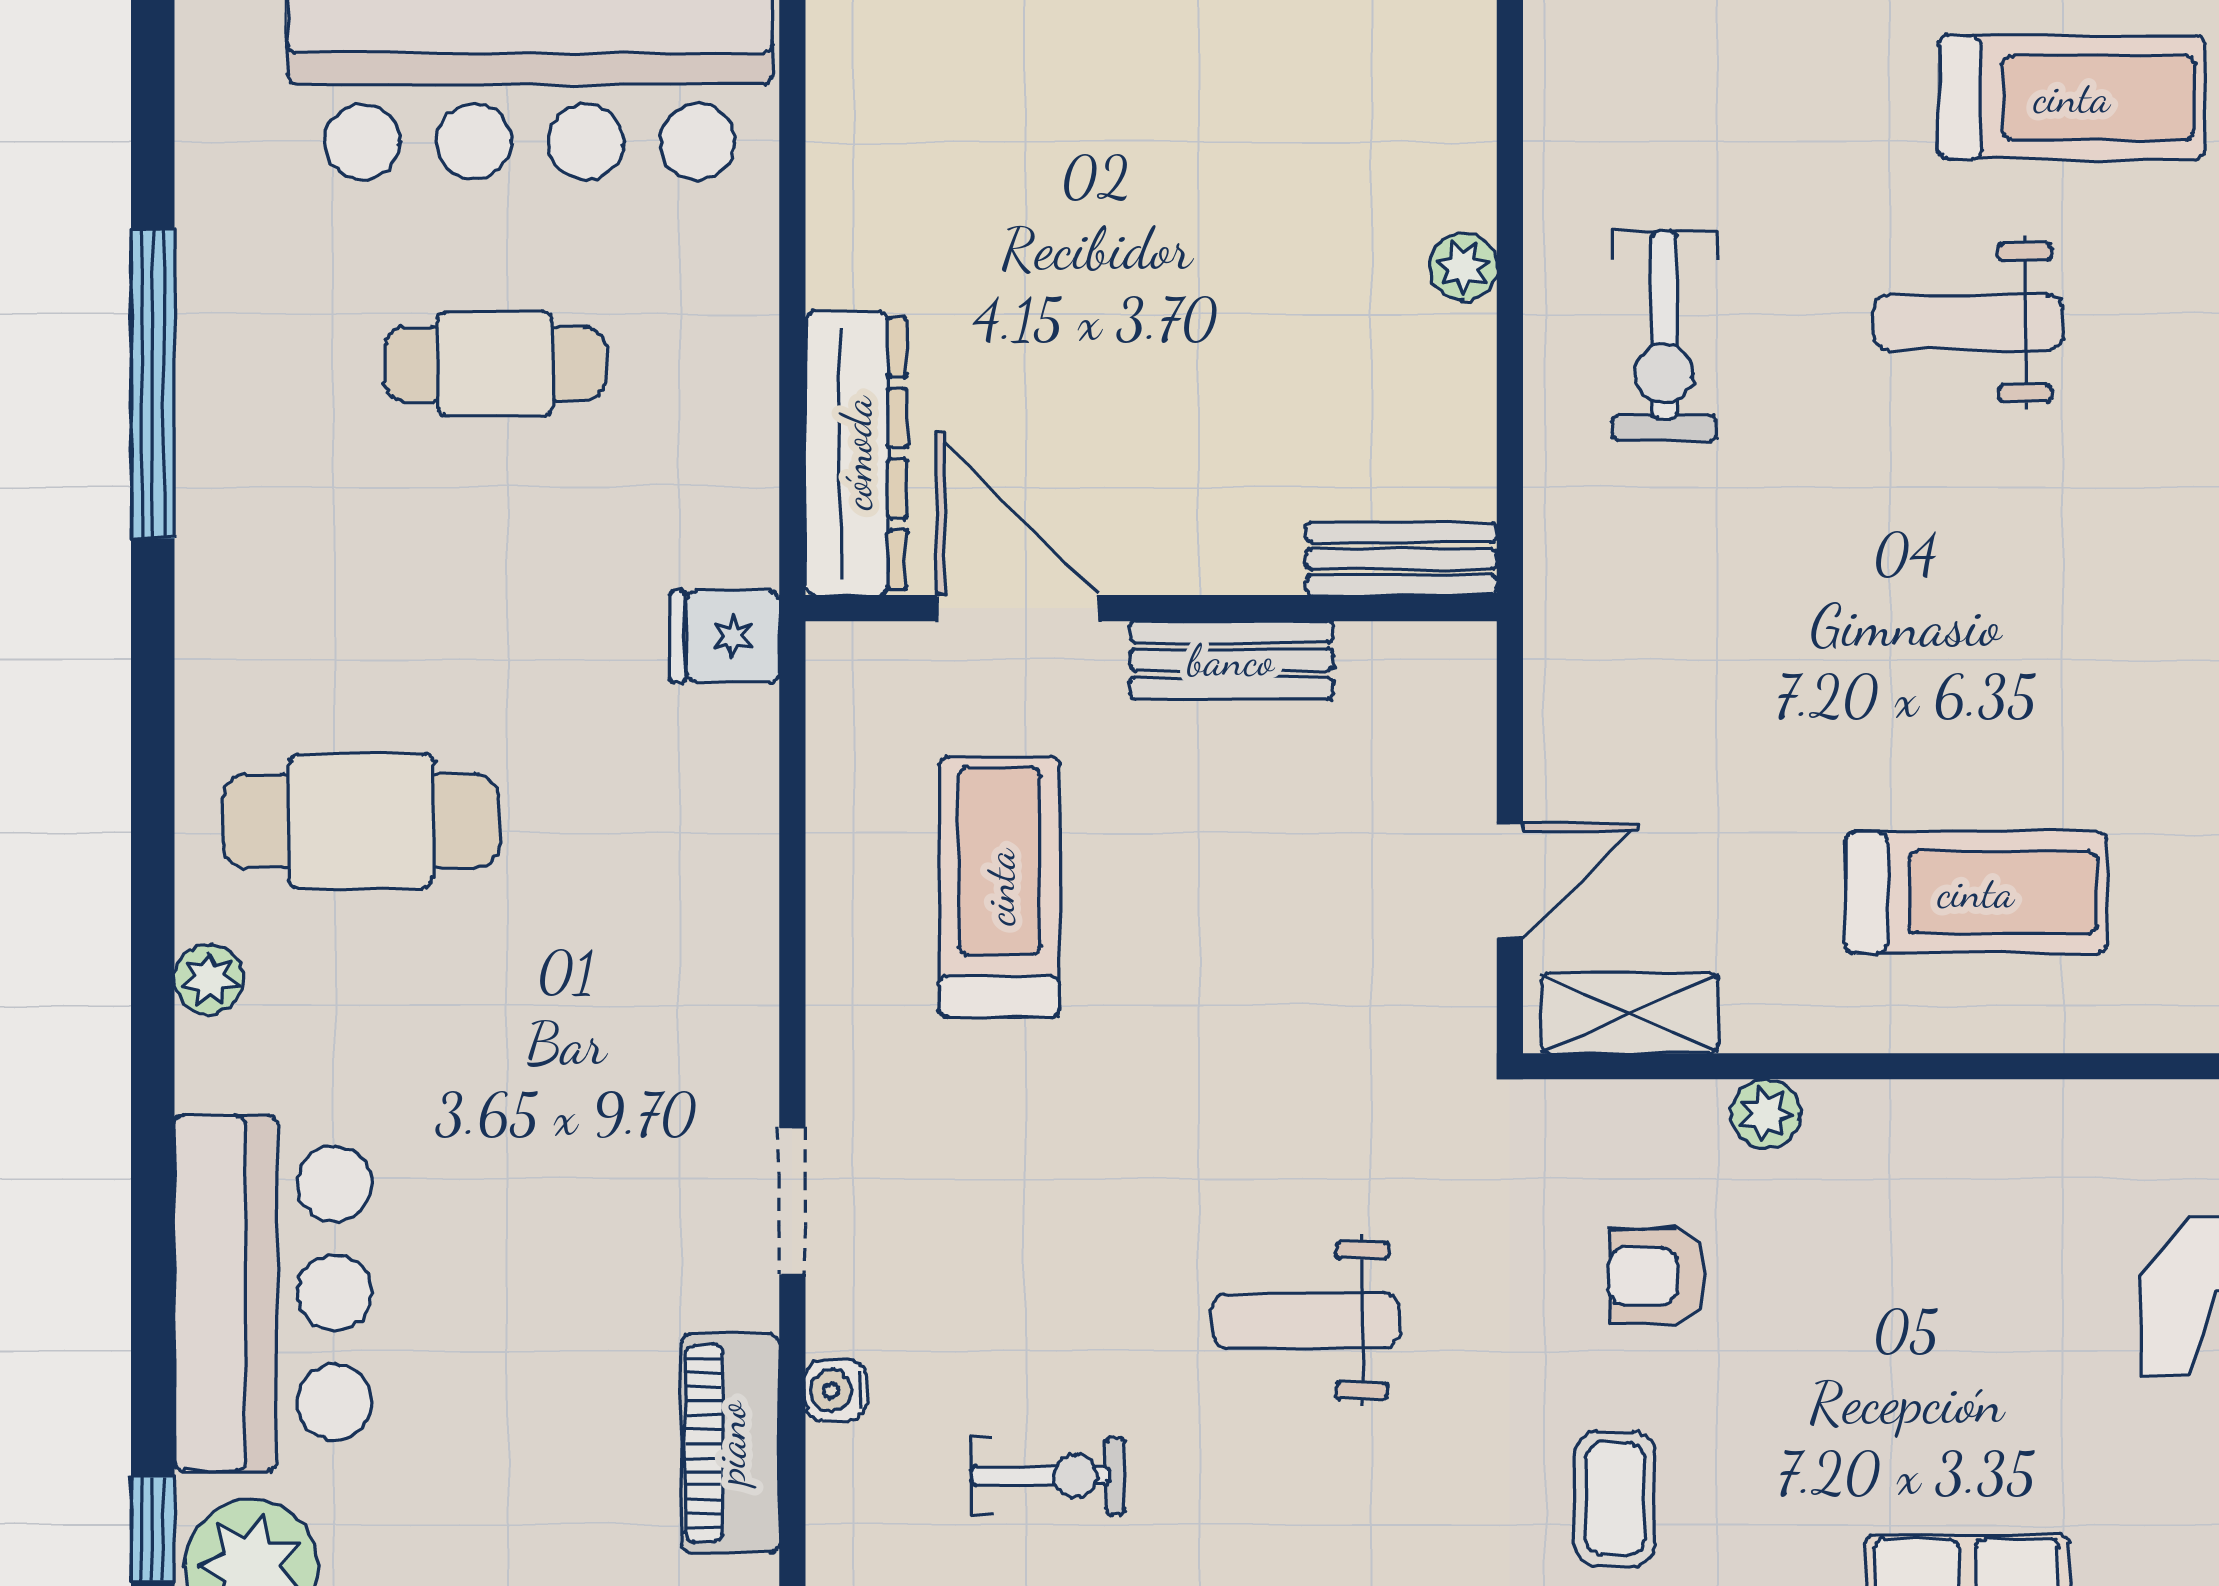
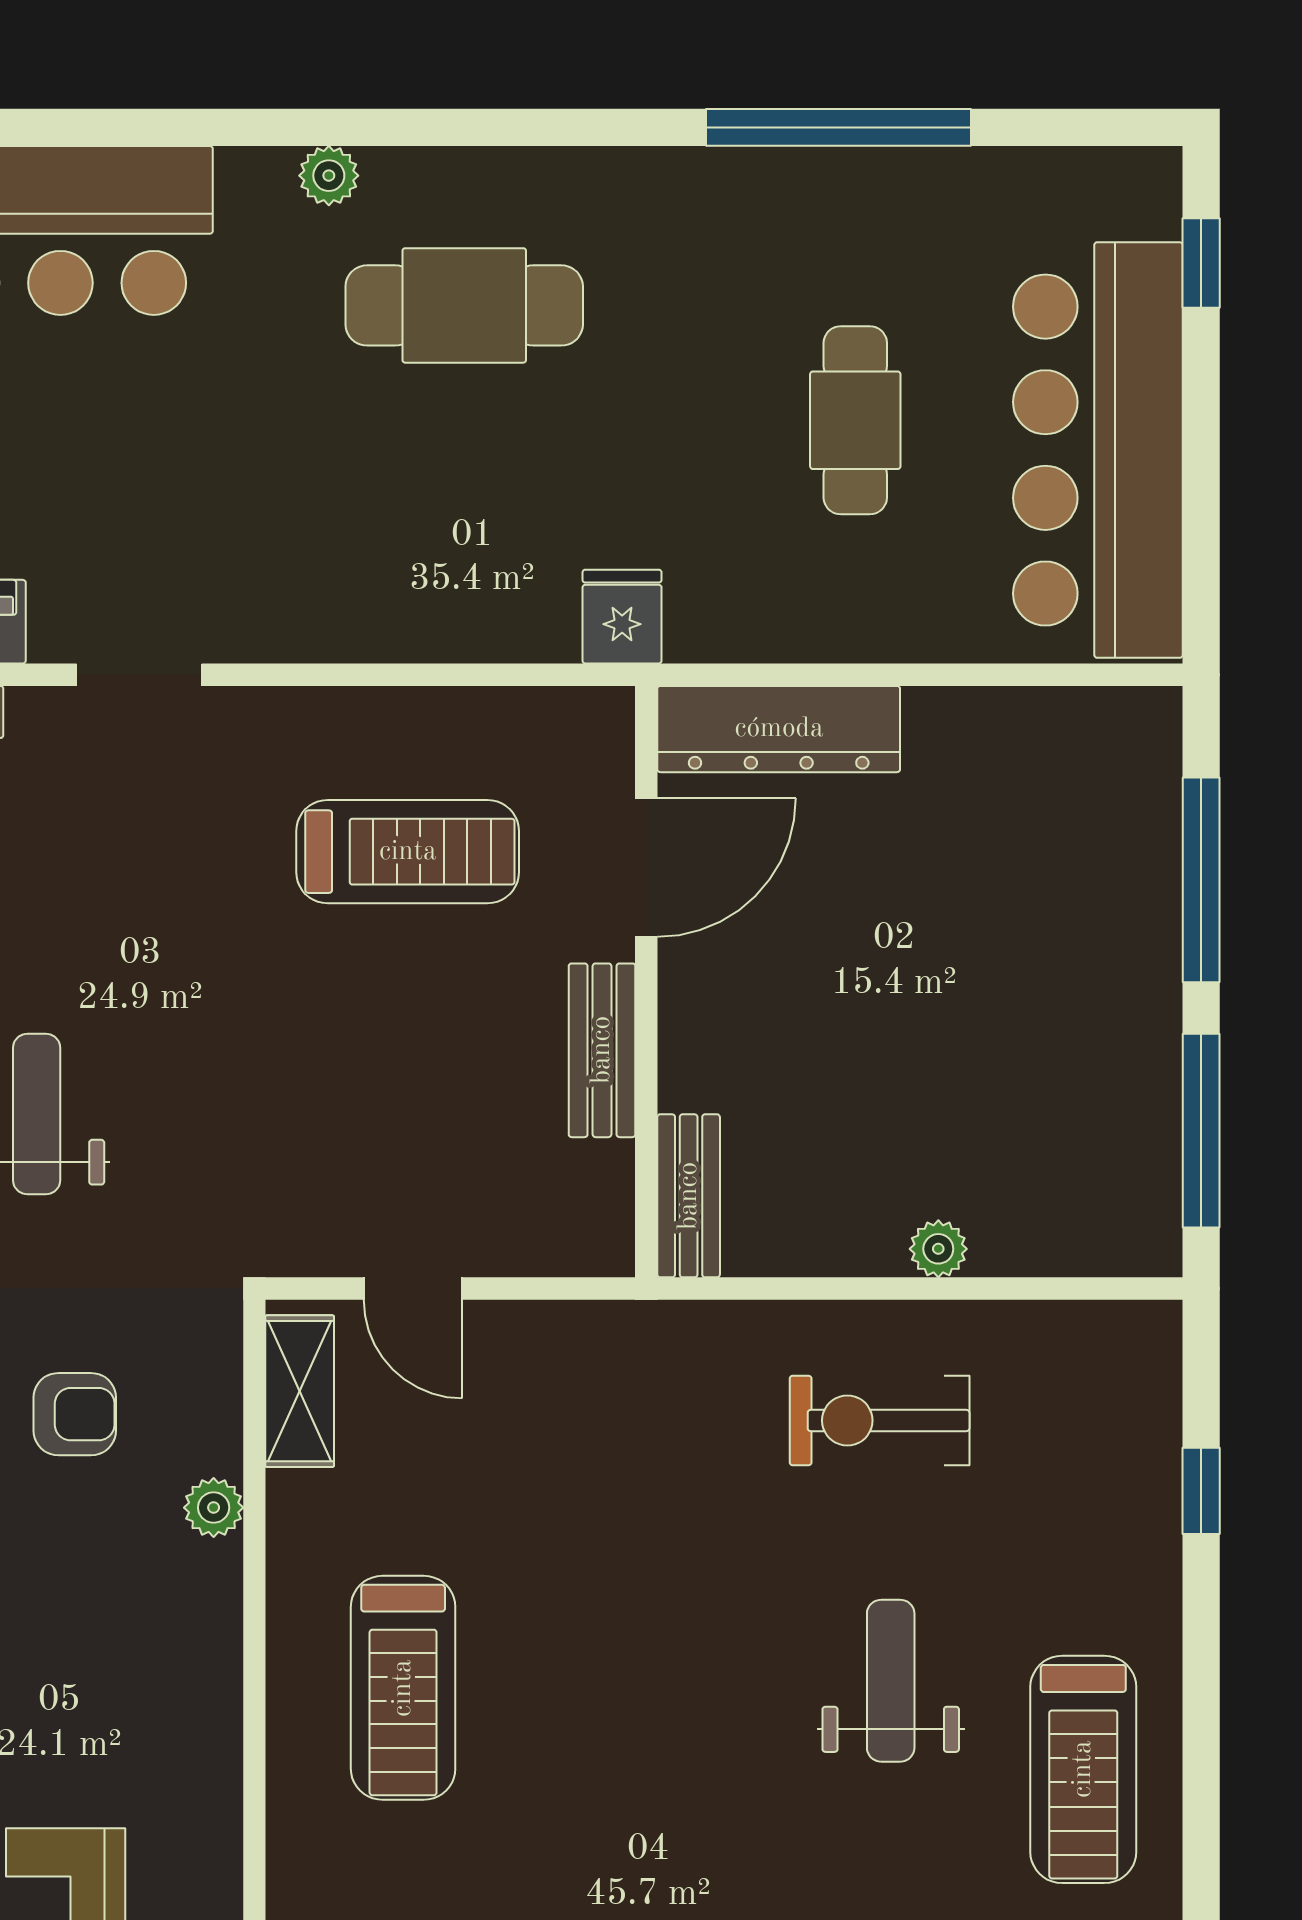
cafe table: (361, 821) -> (464, 305), turned 90
armchair: (1657, 1276) -> (75, 1414), turned 90

